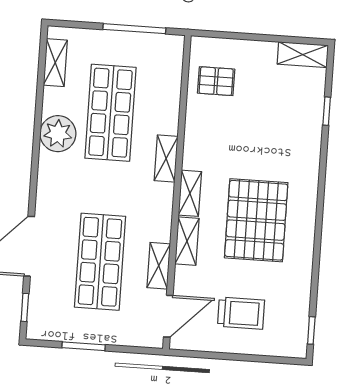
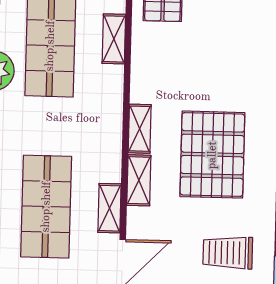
shelving: (166, 158) -> (114, 39), moved
trolley: (241, 313) -> (228, 253), moved, turned 180

